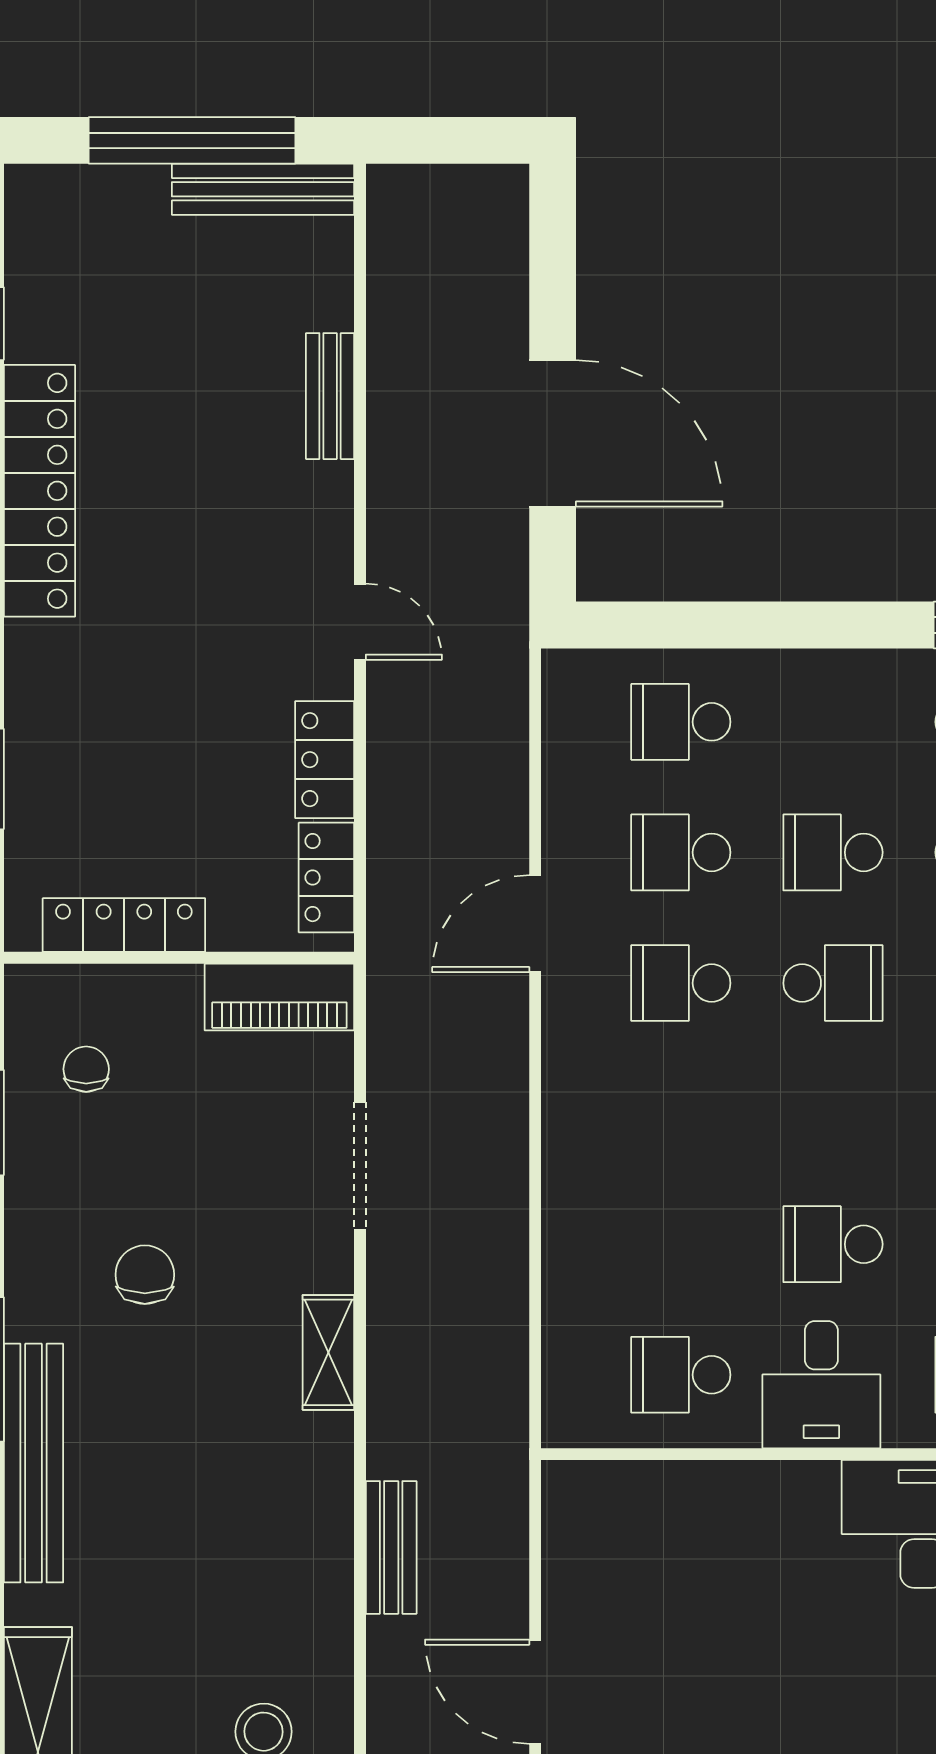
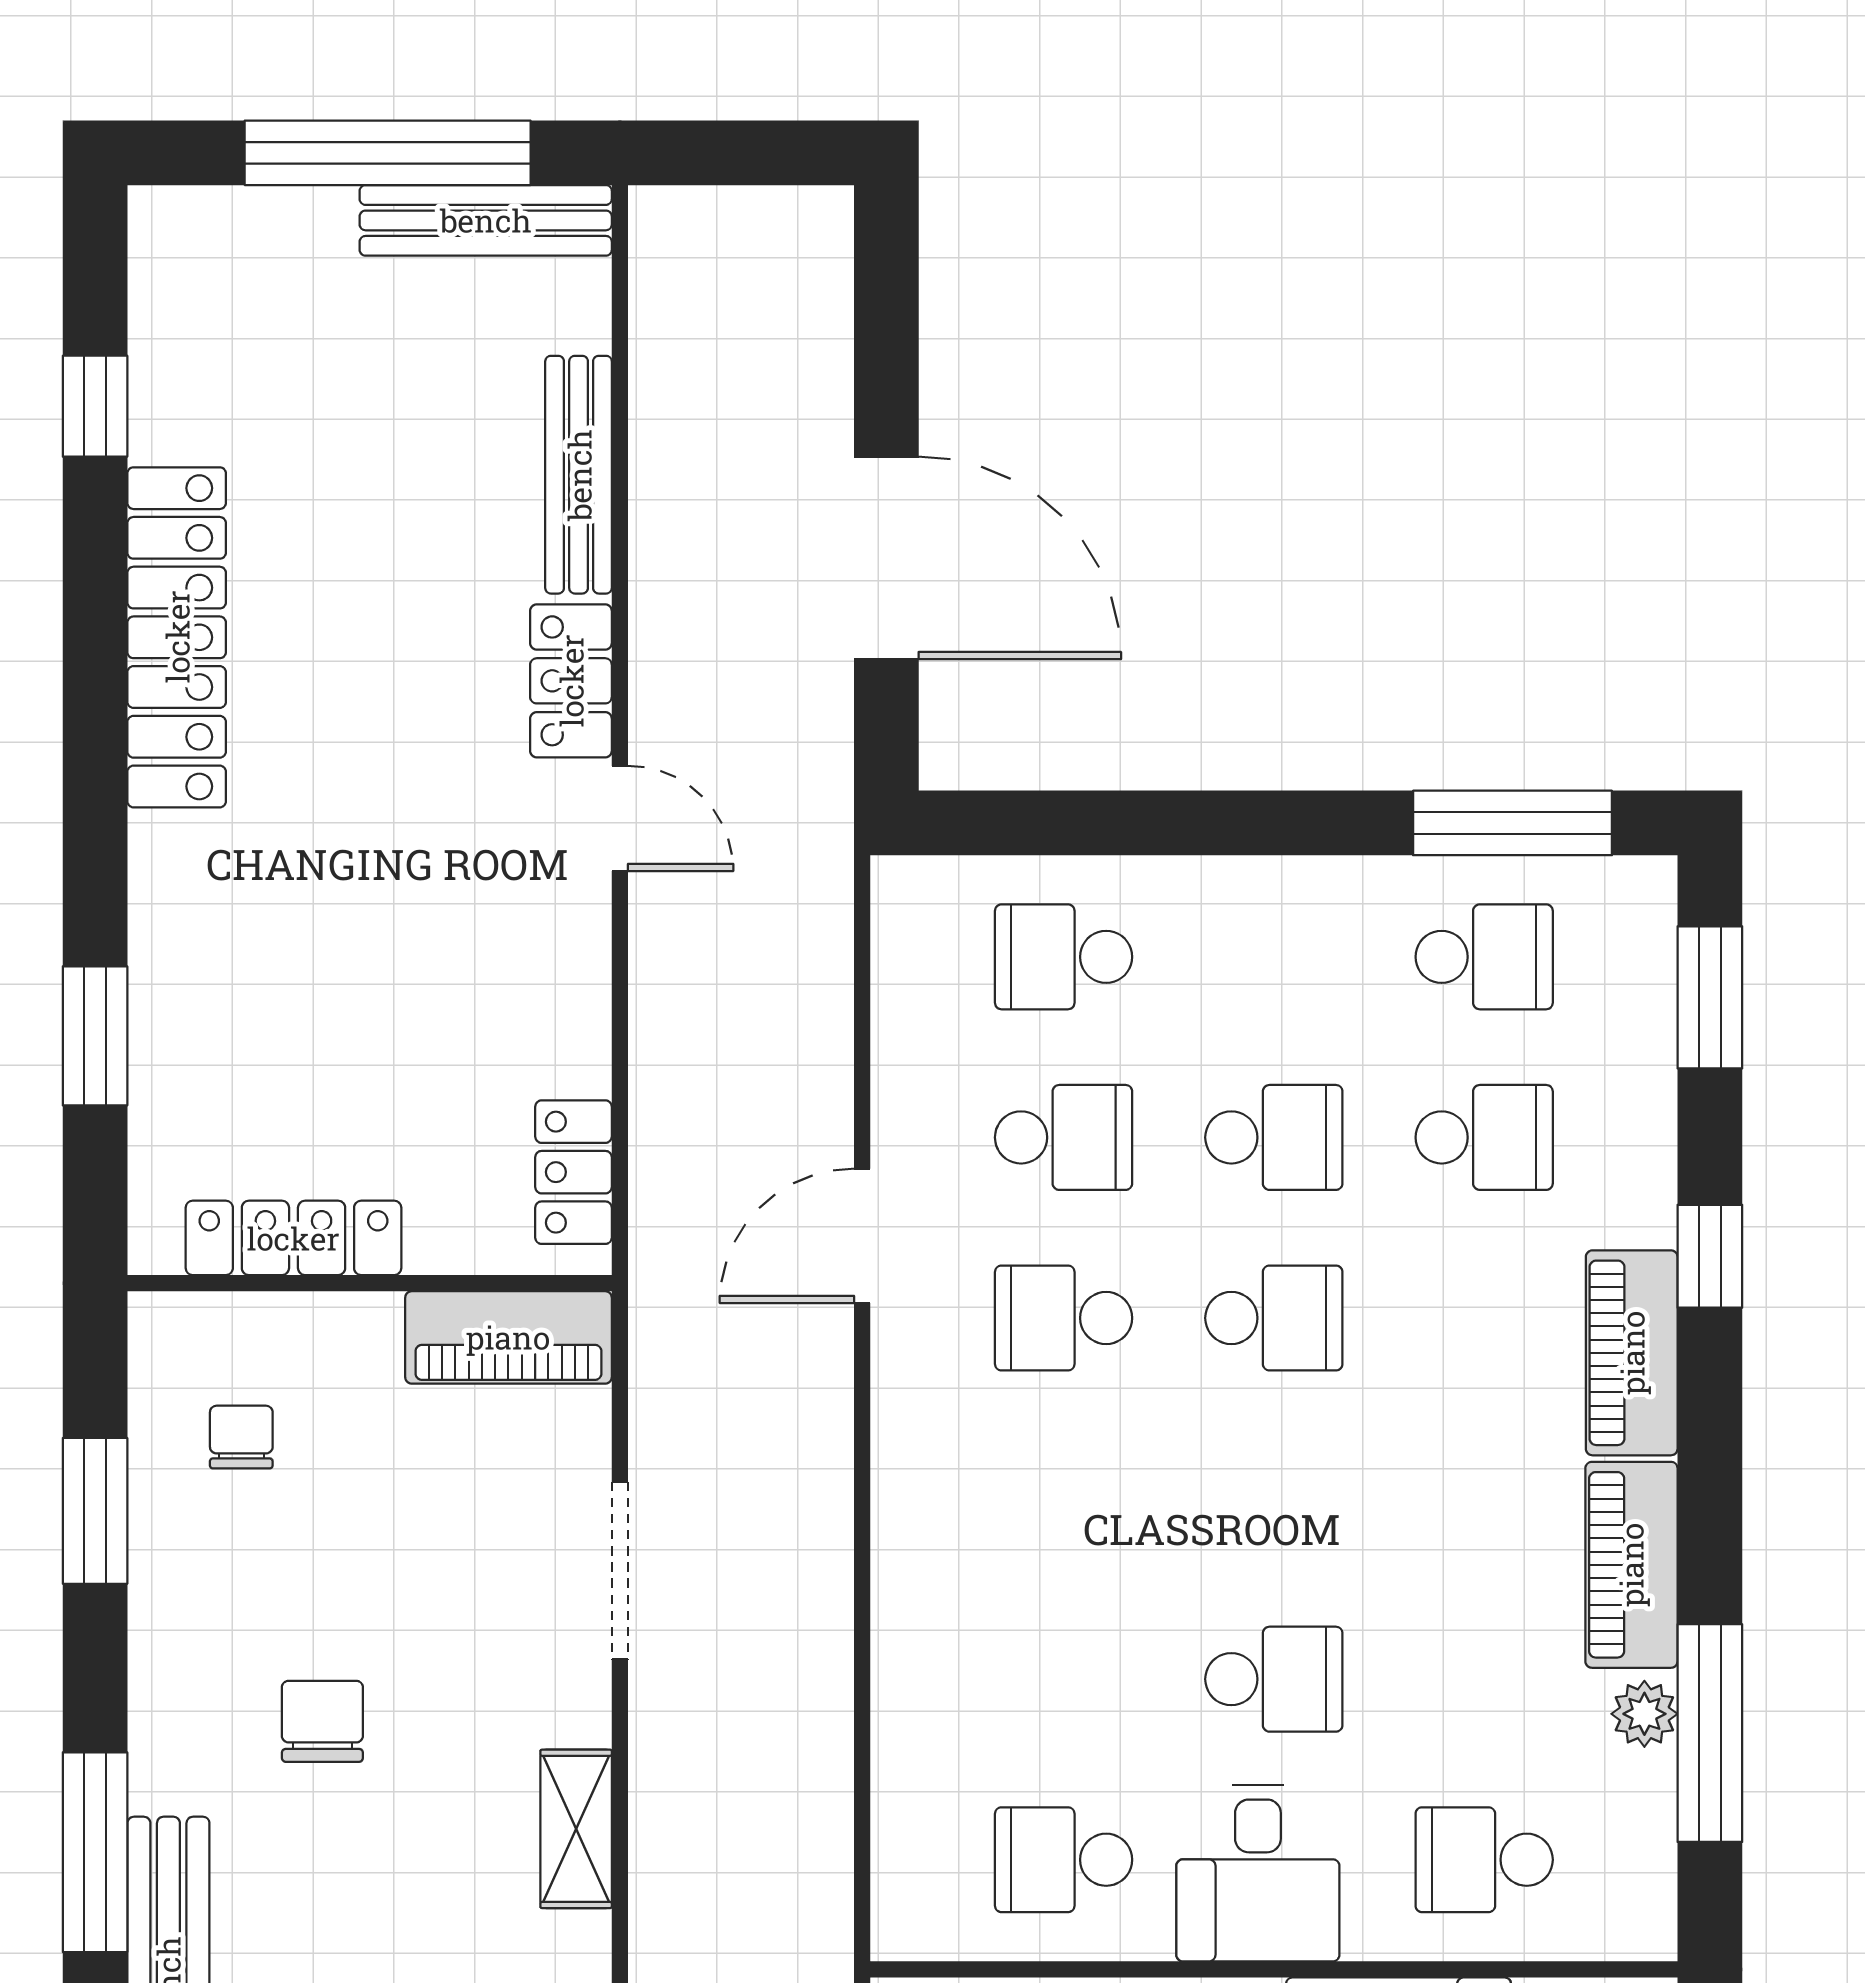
bench: (330, 396) -> (579, 475), width x1.36
locker: (325, 760) -> (571, 681), moved
school desk: (681, 852) -> (1064, 1137), turned 180
school desk: (833, 852) -> (1274, 1137), turned 180
school desk: (833, 1244) -> (1274, 1679), turned 180

